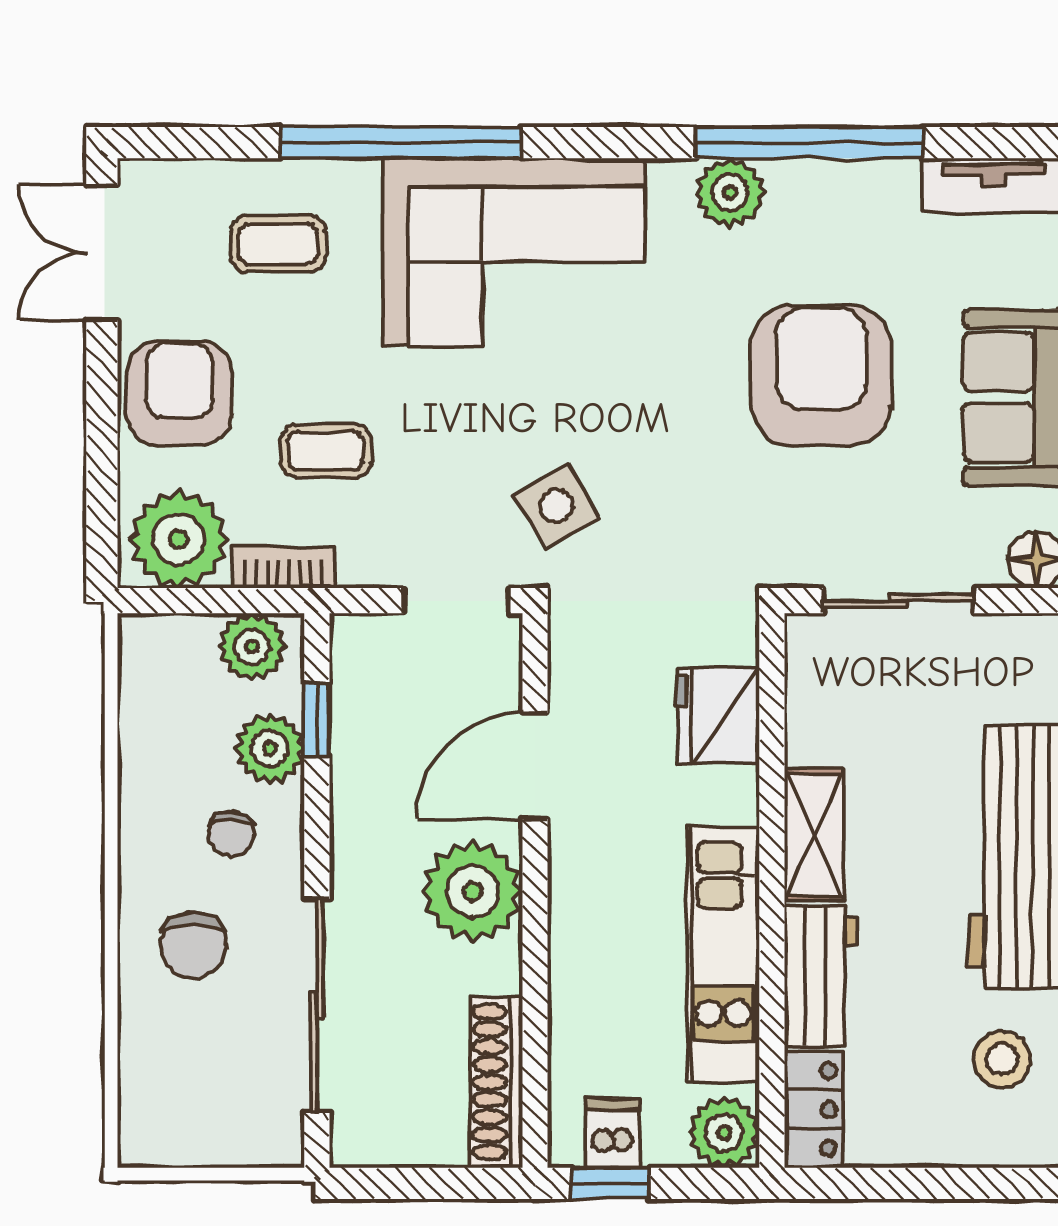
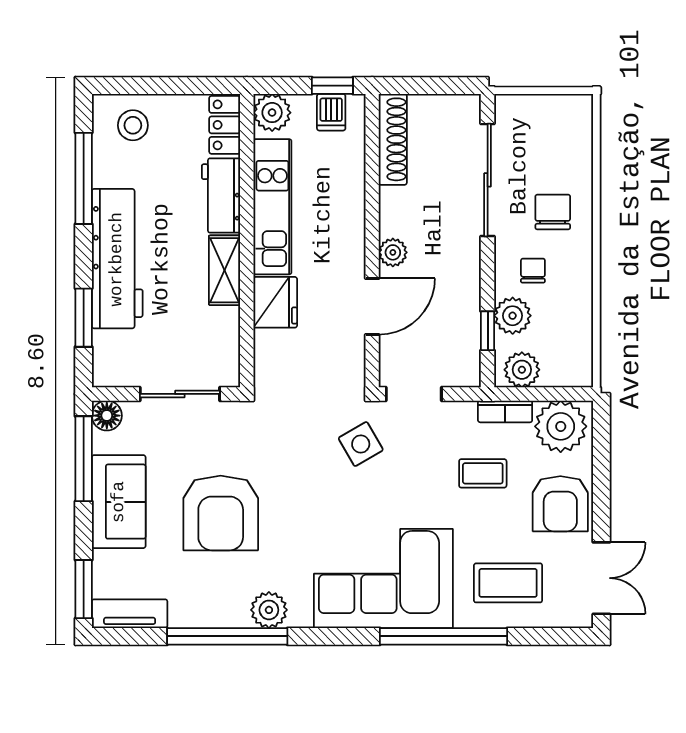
coffee table: (278, 244) -> (508, 583), width x1.36, depth x1.30
fridge: (718, 715) -> (275, 302), moved
plant: (473, 891) -> (393, 252), width x0.53, depth x0.53
stool: (1002, 1059) -> (133, 125), moved

